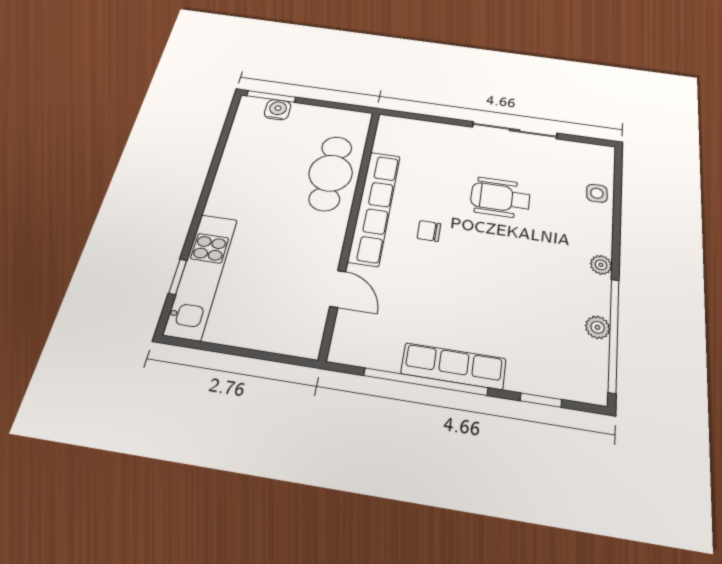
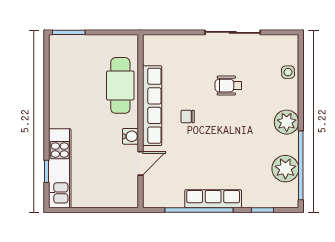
water cooler: (278, 110) -> (131, 136), moved, turned 90
wheelchair: (500, 198) -> (228, 86), width x0.73, depth x0.73
plant: (601, 265) -> (287, 122), width x1.88, depth x1.88
door: (338, 289) -> (141, 163), hinge flipped
plant: (598, 327) -> (285, 169), width x1.88, depth x1.88

